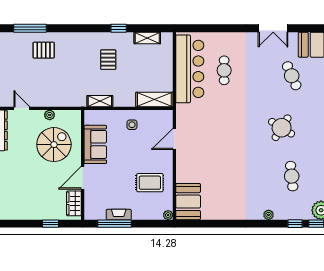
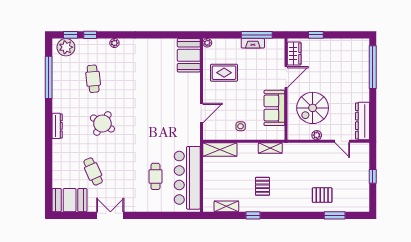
window: (30, 28) -> (335, 215), width x0.69

